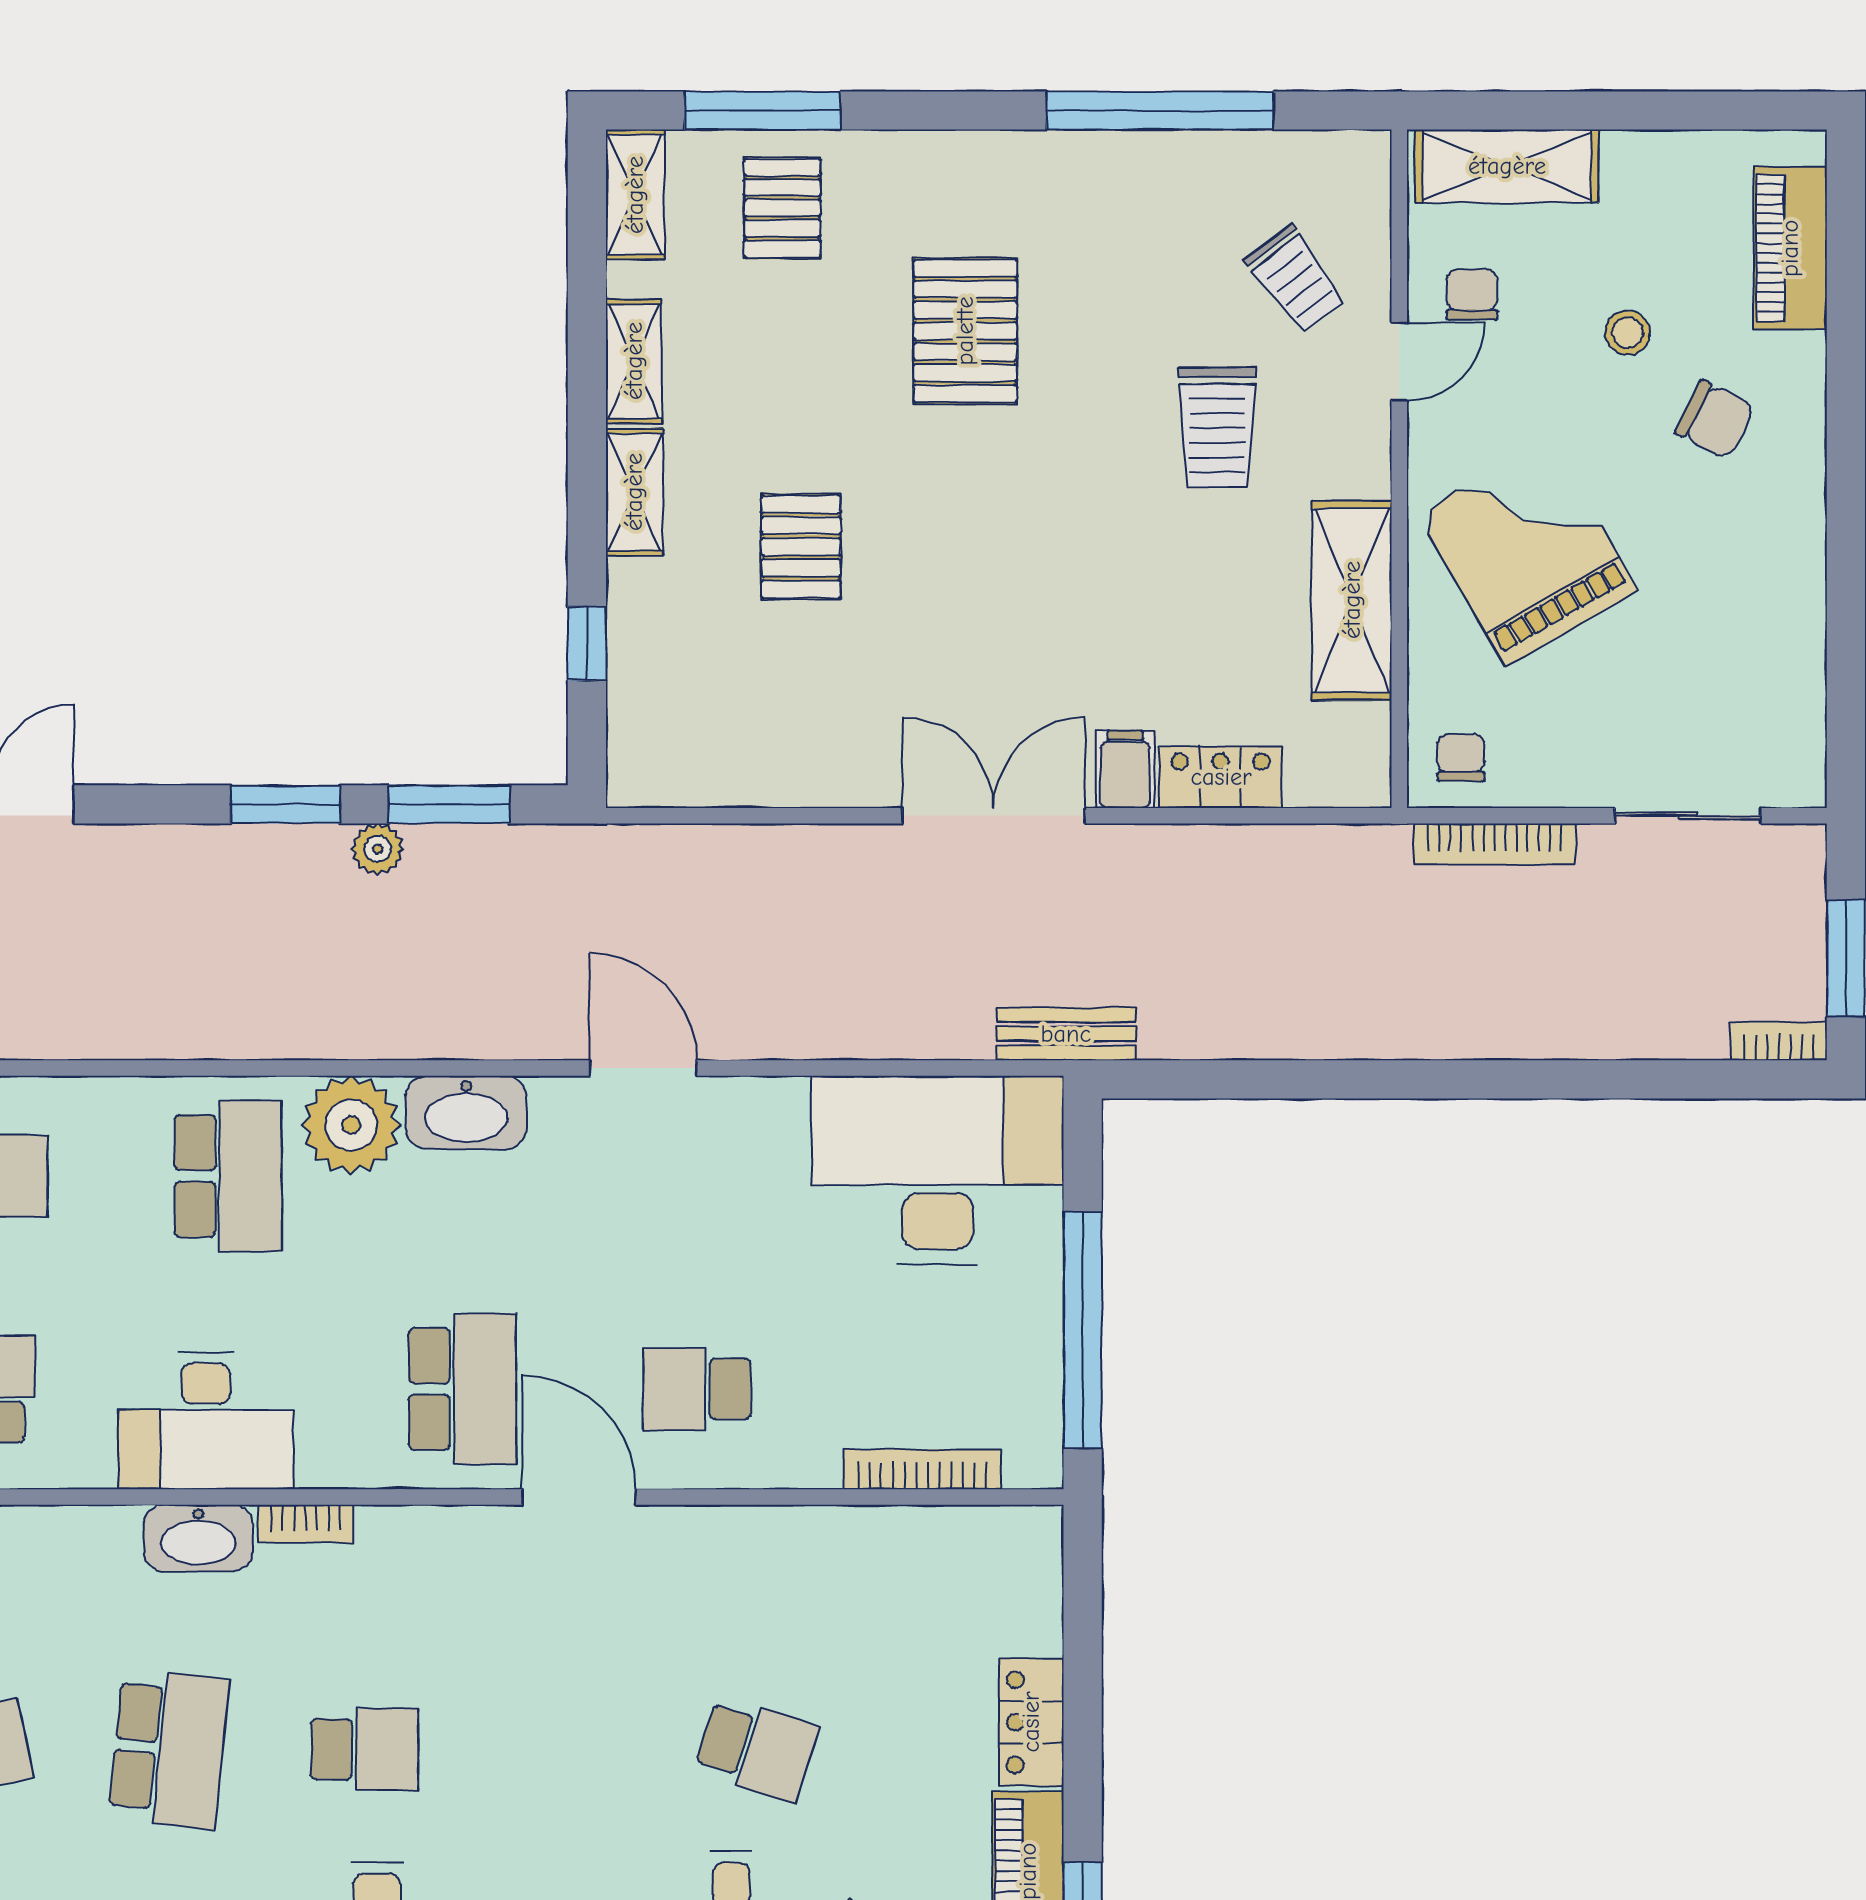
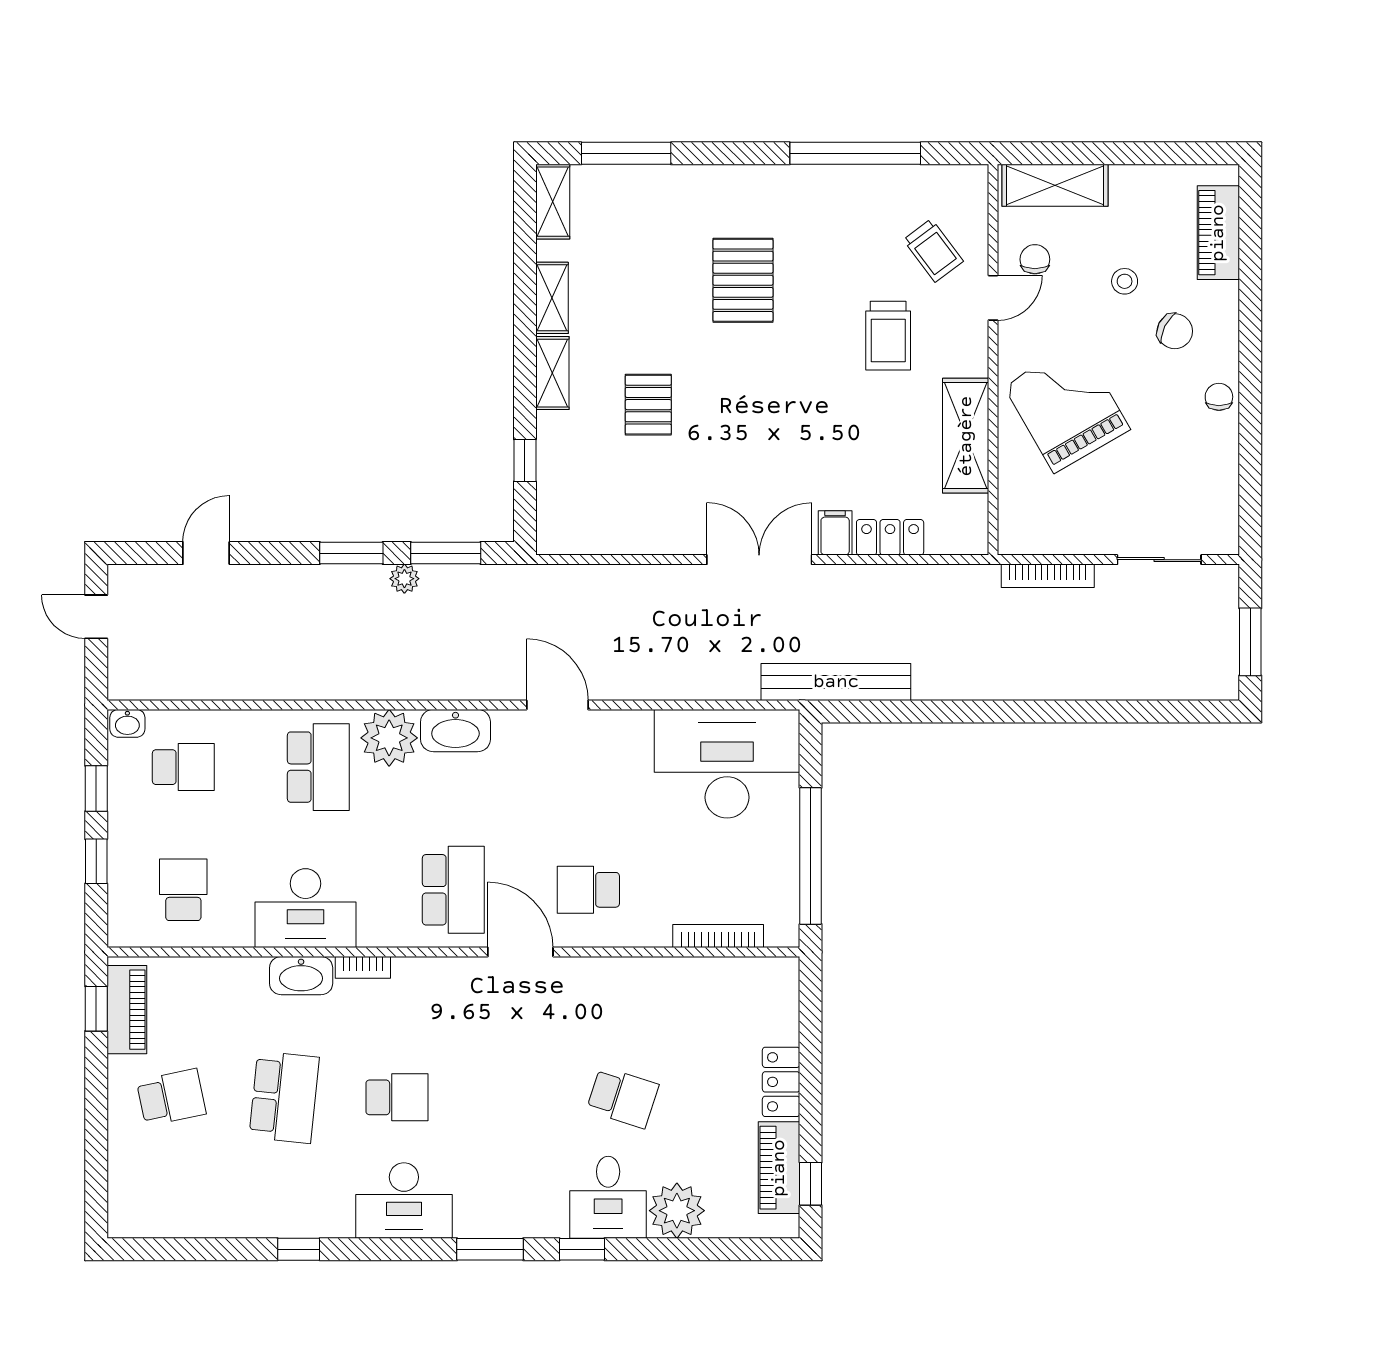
pallet: (782, 208) -> (638, 209), removed
chair: (1461, 758) -> (1219, 397), moved
bench: (1066, 1034) -> (836, 682), width x1.86, depth x1.21
bookcase: (1779, 1041) -> (1212, 689), removed

